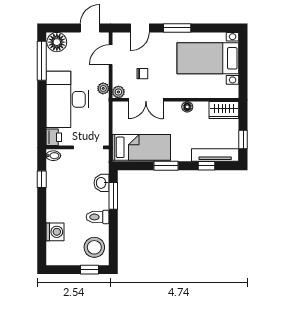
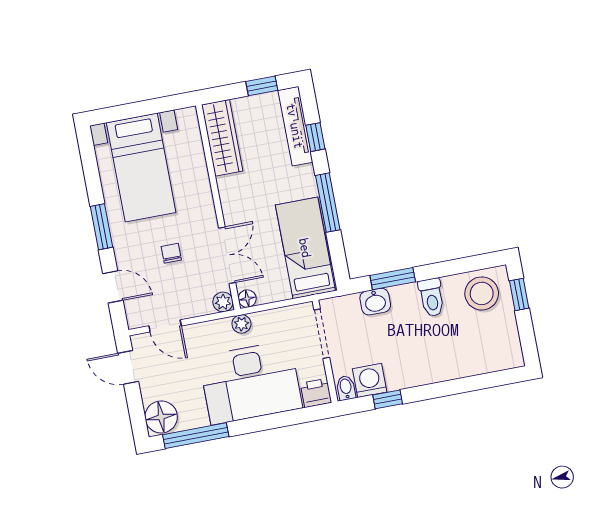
chair: (142, 74) -> (171, 253), moved
plant: (103, 88) -> (241, 324), moved
floor lamp: (187, 107) -> (247, 299), moved
wardrobe: (224, 110) -> (222, 138), width x1.50
window: (166, 166) -> (328, 203), width x1.44
washing machine: (55, 232) -> (370, 380), moved

